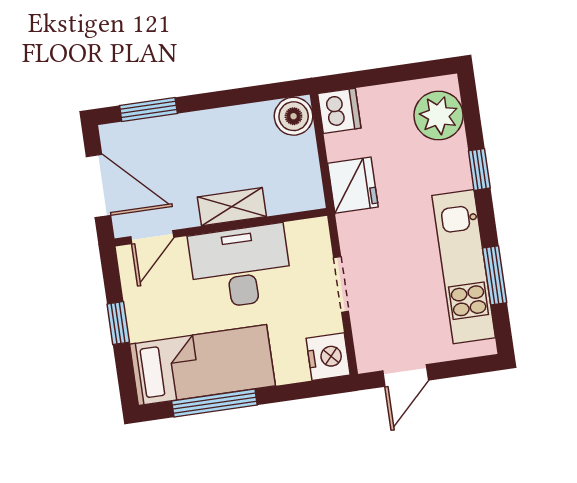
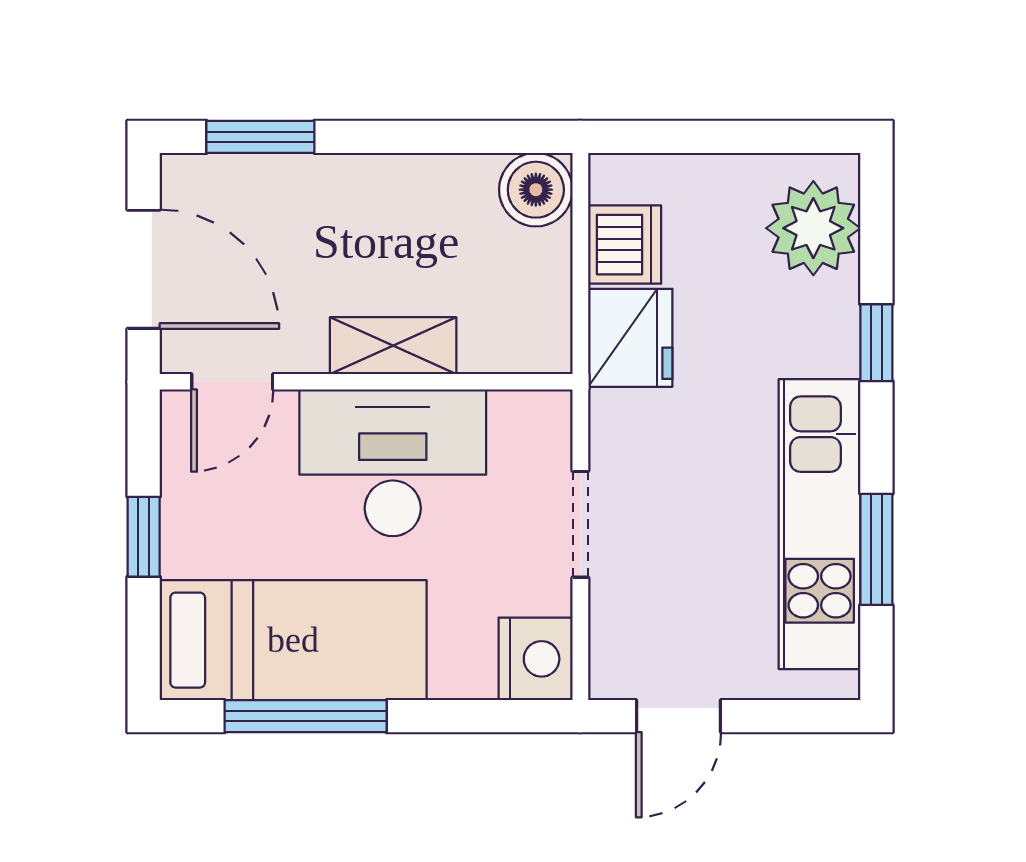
dishwasher: (339, 111) -> (625, 245), moved

